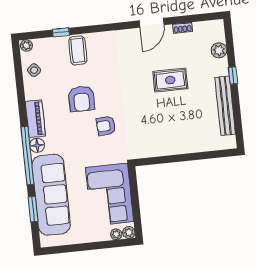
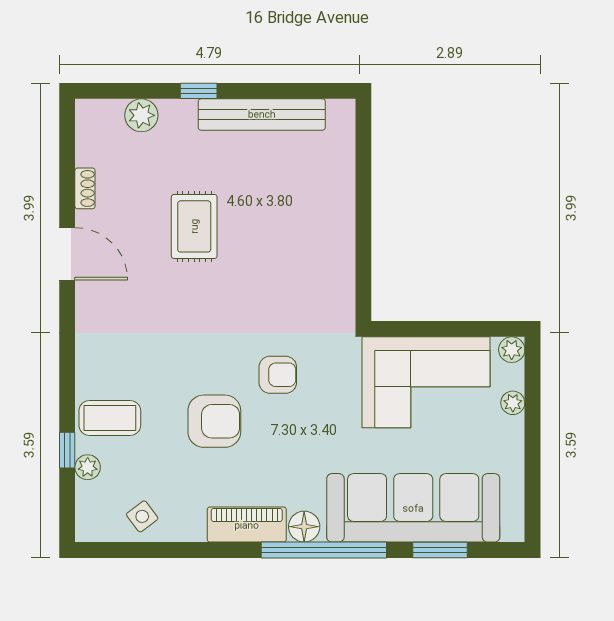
plant: (26, 45) -> (88, 467), moved
armchair: (106, 126) -> (278, 375), turned -87
plant: (116, 234) -> (513, 403), moved

